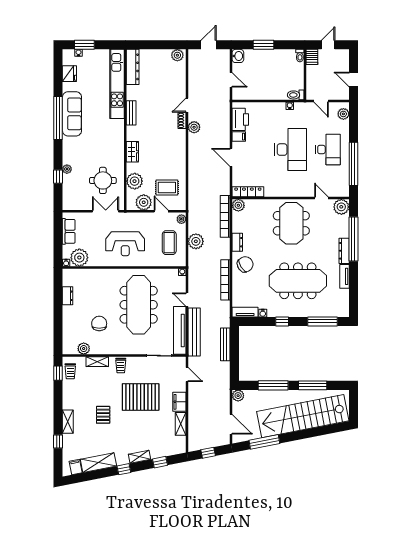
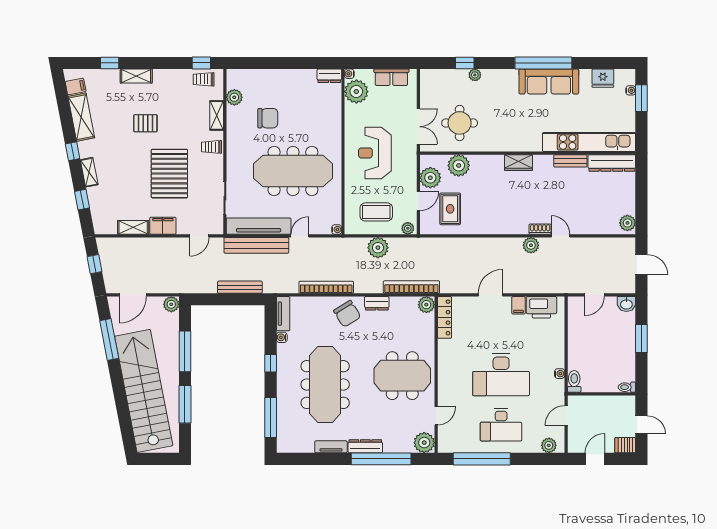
server rack: (312, 57) -> (625, 445), moved
bench: (131, 113) -> (570, 161), moved
wardrobe: (132, 152) -> (518, 163), moved
dresser: (68, 296) -> (329, 76), moved

